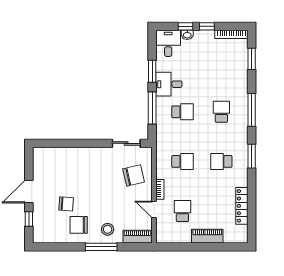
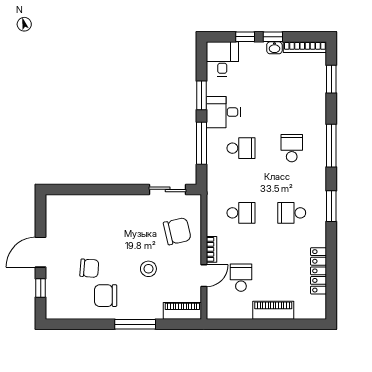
washbasin: (187, 35) -> (274, 48), moved
door: (154, 210) -> (204, 276), swing flipped
stool: (108, 229) -> (148, 269), moved

